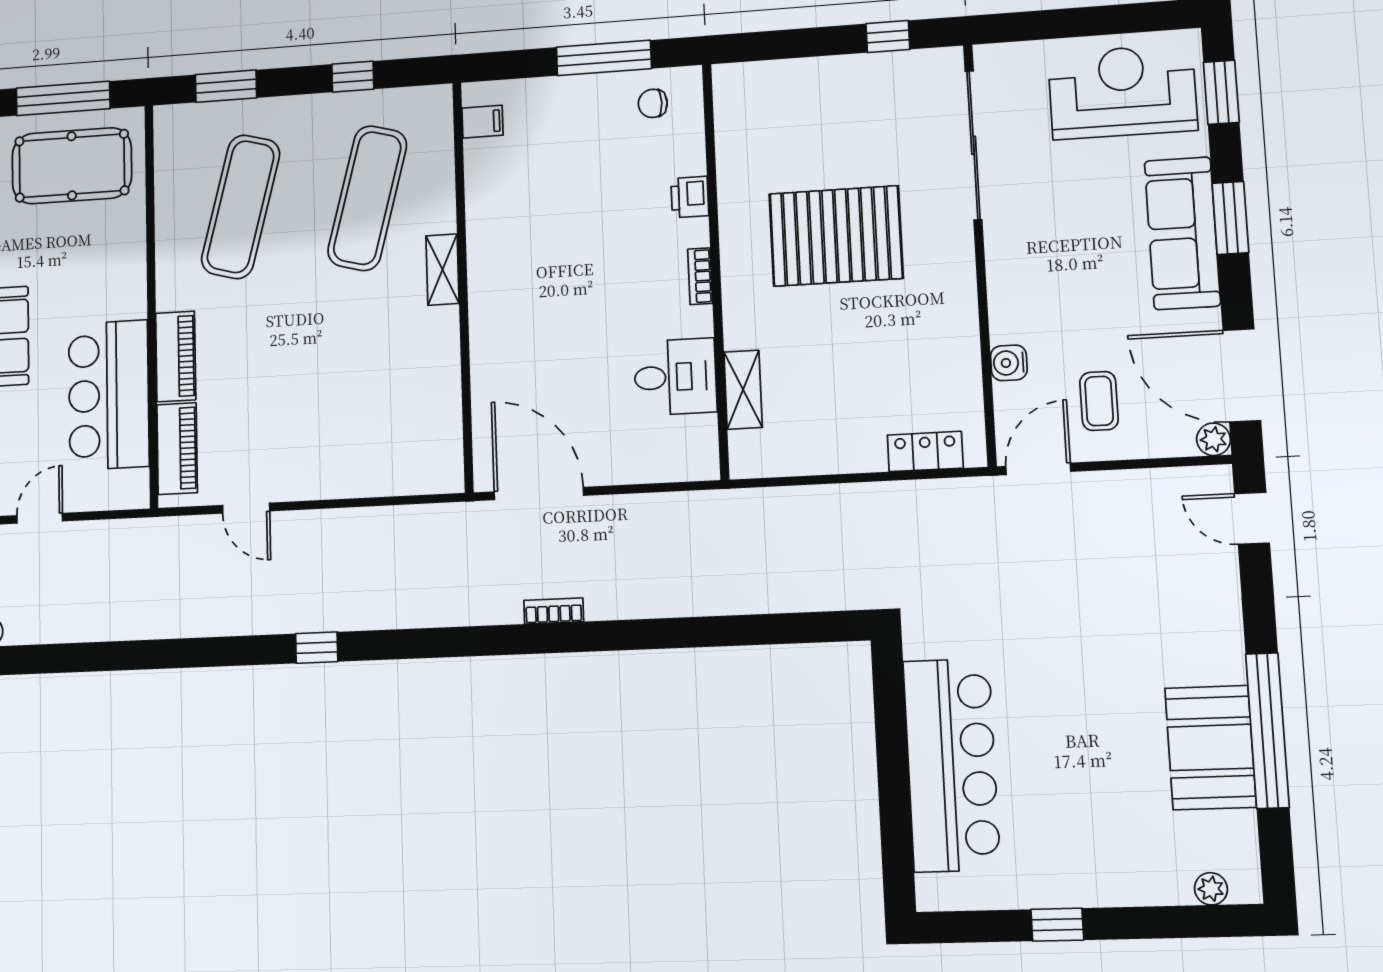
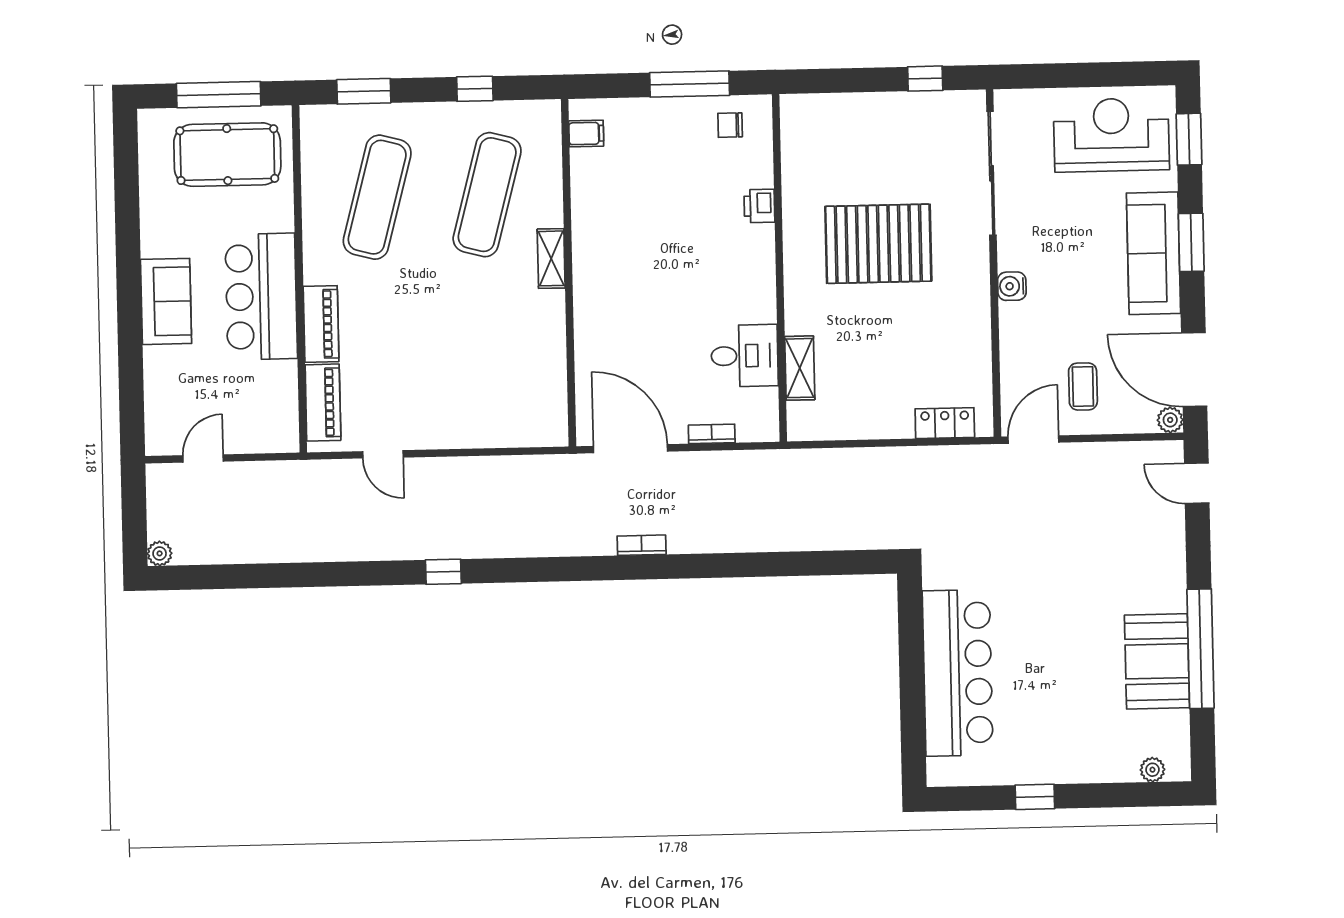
bookcase: (700, 276) -> (712, 434), moved, turned 90
water cooler: (1009, 363) -> (1012, 286), moved
bar counter: (109, 395) -> (261, 297), moved

